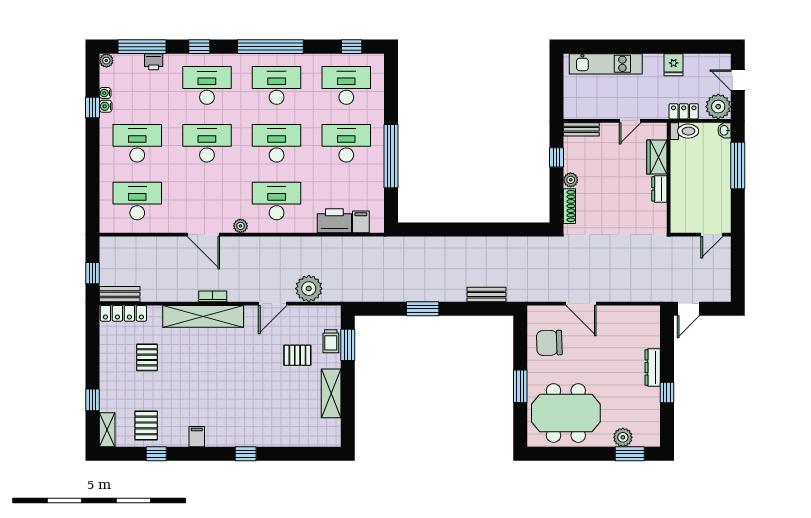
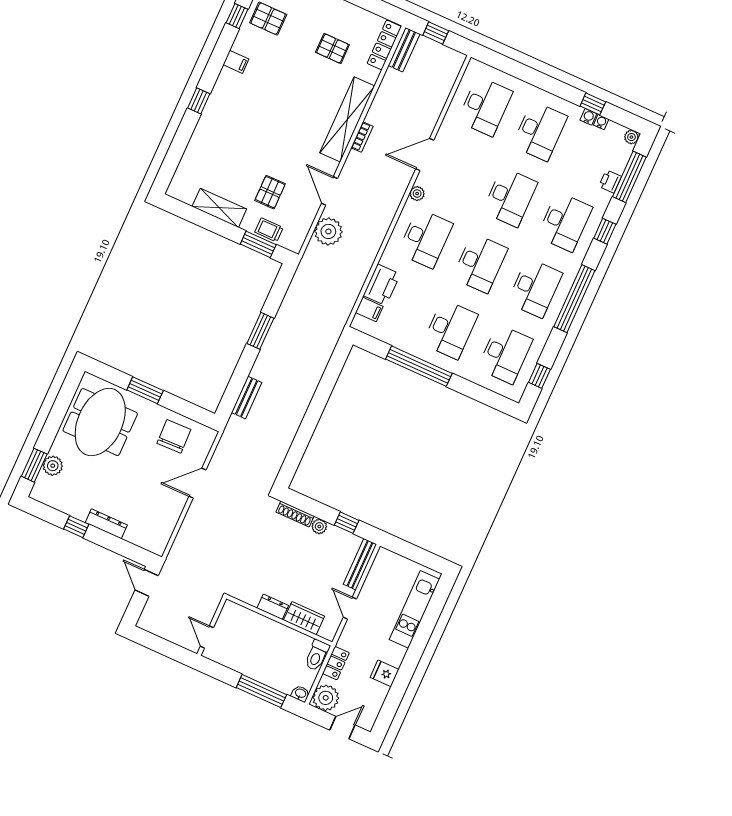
bench: (581, 129) -> (360, 564), width x1.36

